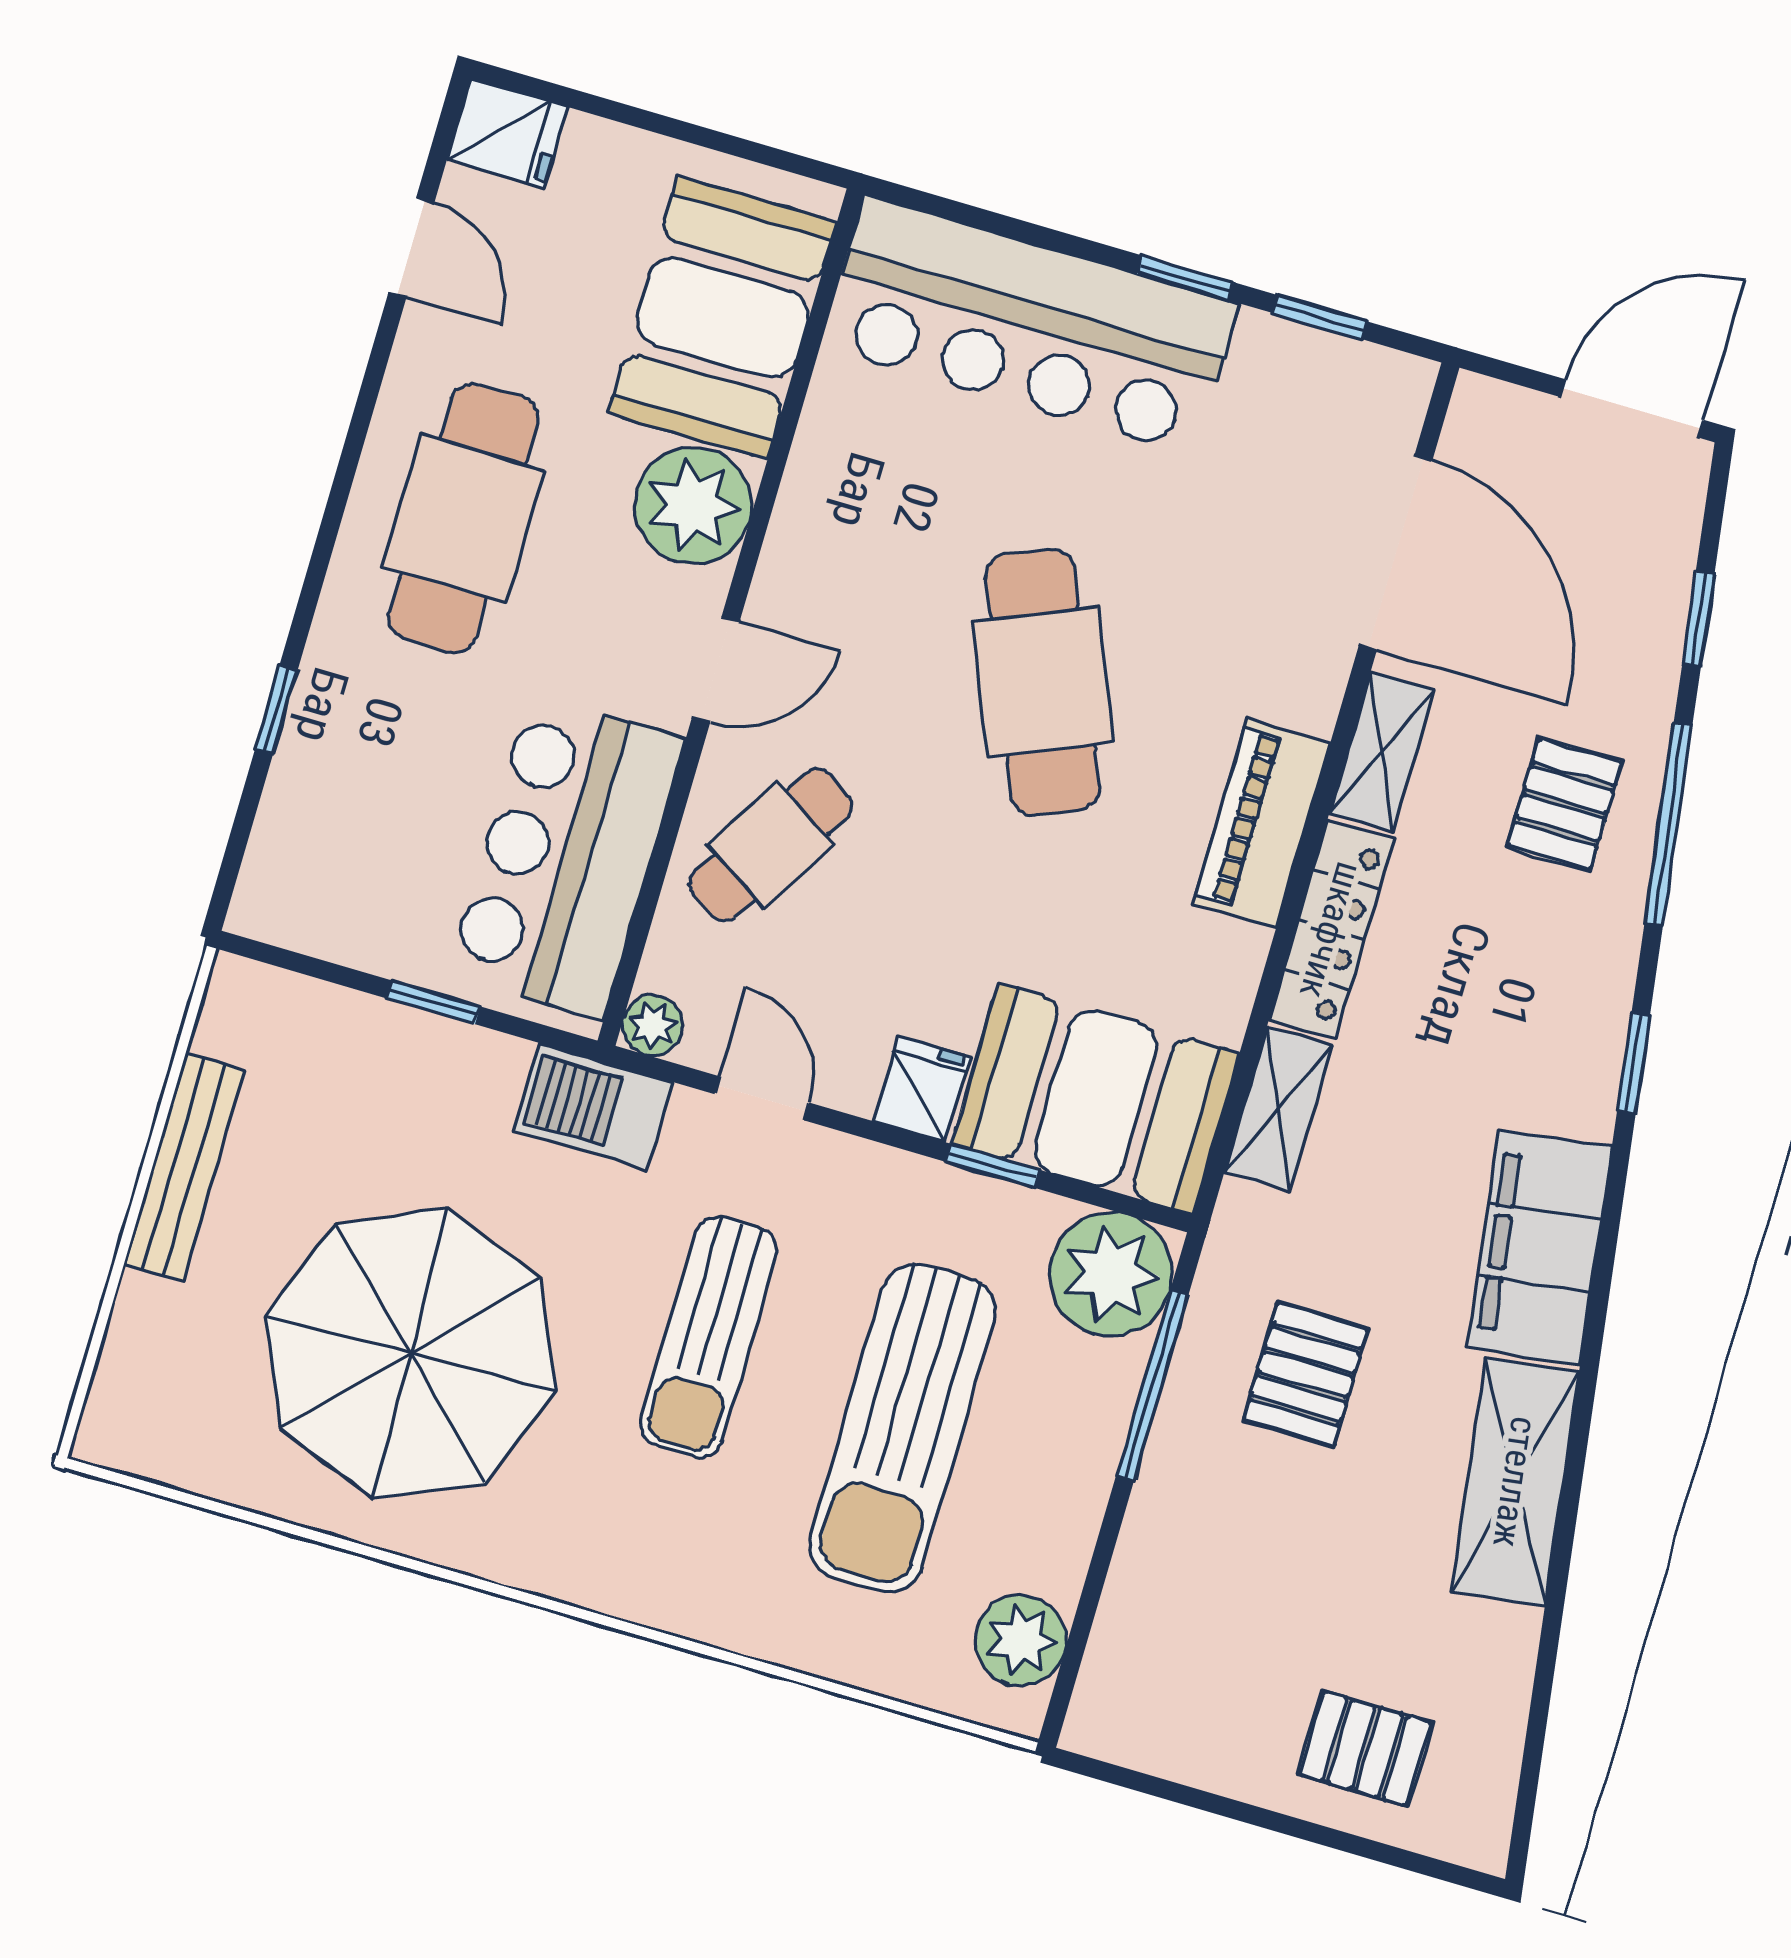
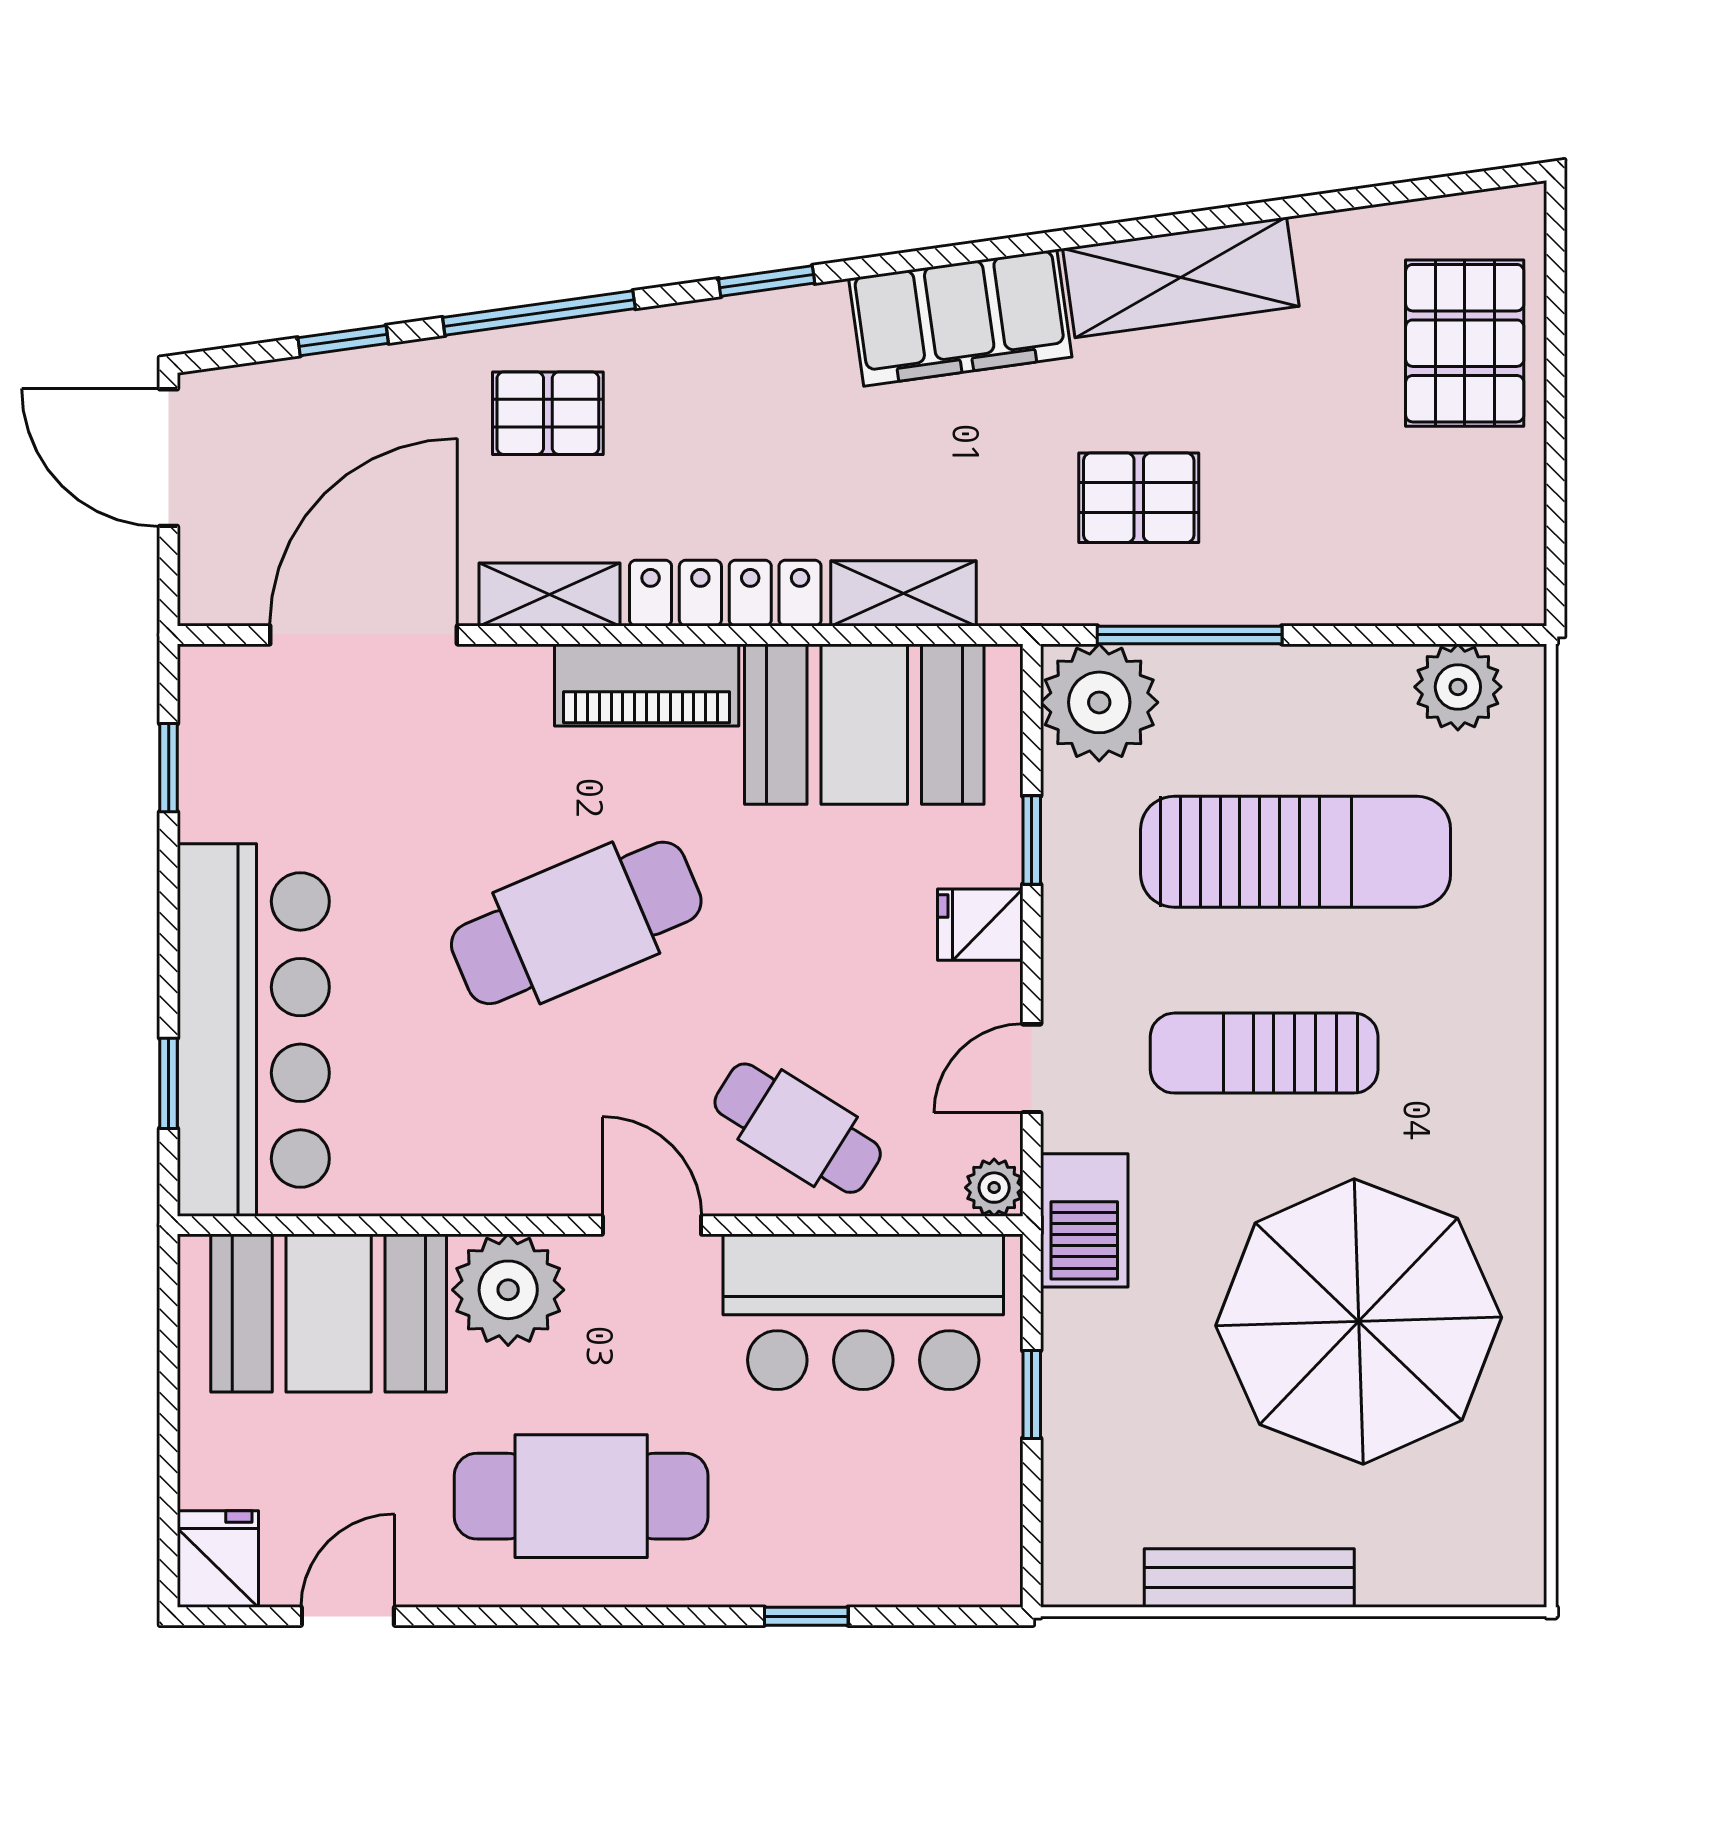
window: (1185, 278) -> (169, 1083), moved
booth: (1096, 1098) -> (864, 724), moved, turned 90
sun lounger: (709, 1337) -> (1264, 1053), turned 180
pallet: (1365, 1748) -> (1465, 343), width x1.50, depth x1.42

